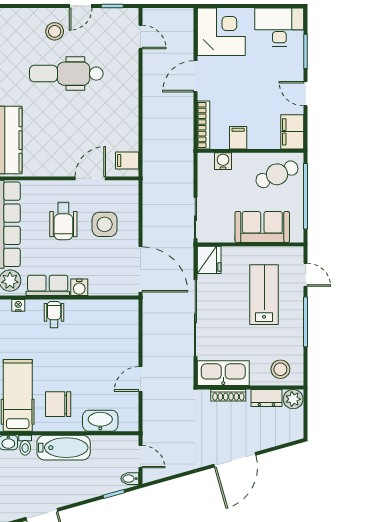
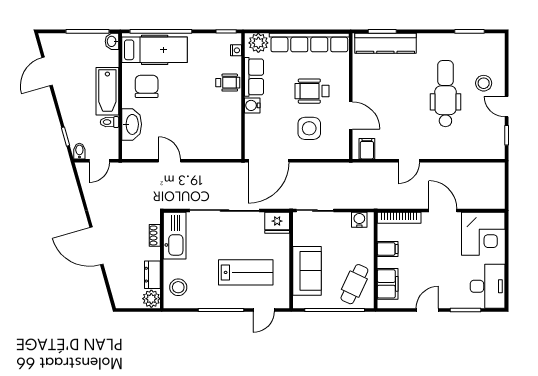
door: (140, 37) -> (409, 161), moved
filing cabinet: (292, 132) -> (388, 284), moved, turned 90
water cooler: (223, 161) -> (359, 220), moved, turned -90
cafe table: (277, 174) -> (354, 284), turned 49
shoe rack: (228, 395) -> (155, 235), width x0.70
toilet: (25, 445) -> (110, 122), moved

